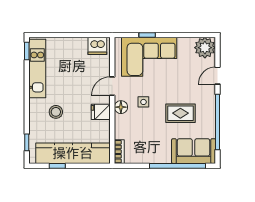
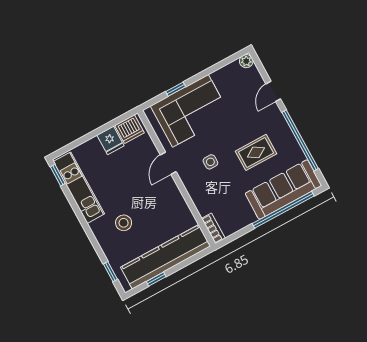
plant: (205, 48) -> (246, 61), width x0.53, depth x0.53
floor lamp: (121, 107) -> (190, 180), removed
fridge: (101, 112) -> (110, 140), moved, turned -90
sofa: (194, 151) -> (283, 190), width x1.36

